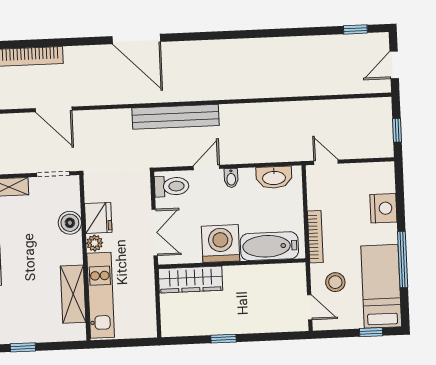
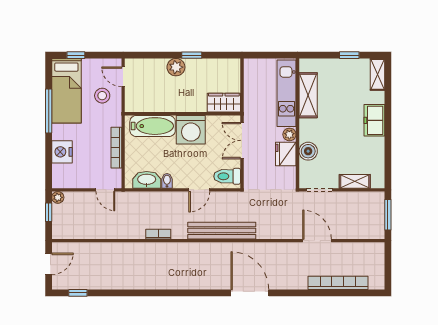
bookcase: (256, 109) -> (158, 234), added
plant: (386, 150) -> (58, 197), added
bidet: (231, 178) -> (167, 181), moved
bookcase: (315, 237) -> (116, 148), moved
wardrobe: (190, 280) -> (224, 103), width x0.67
plant: (243, 322) -> (176, 67), added

